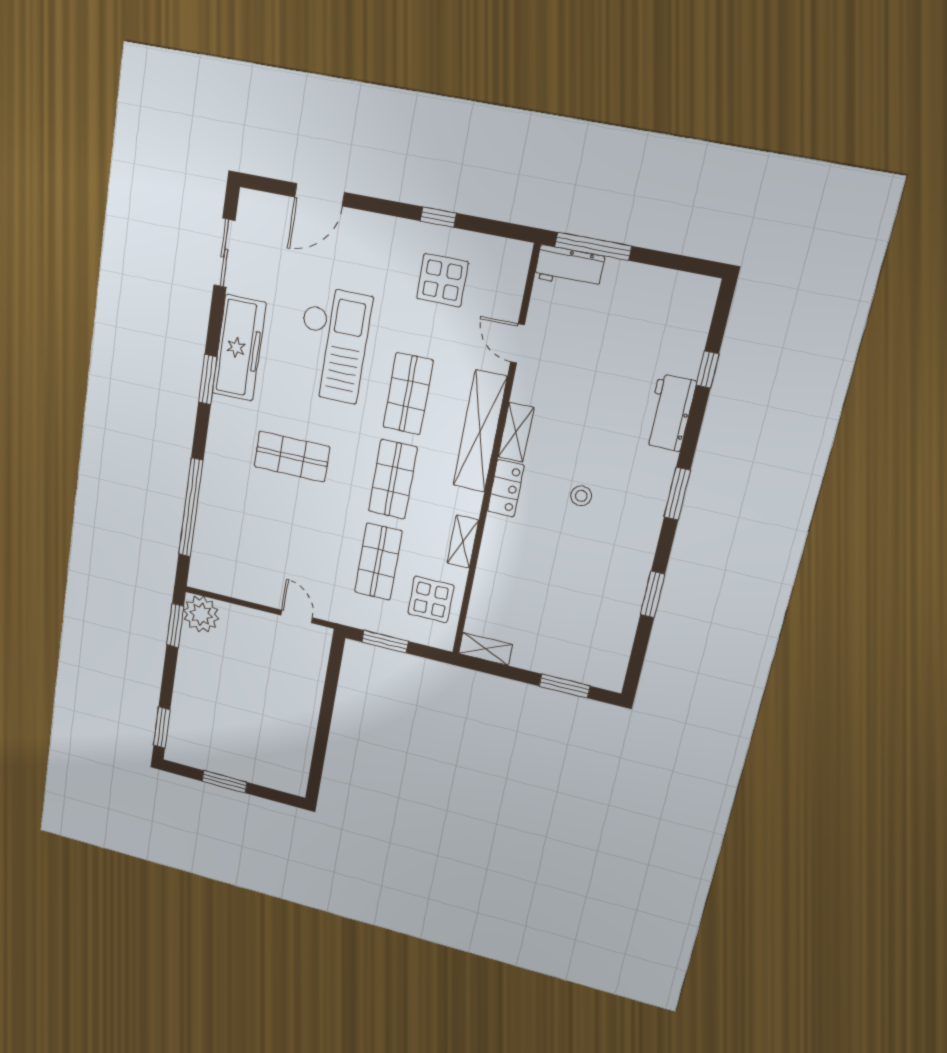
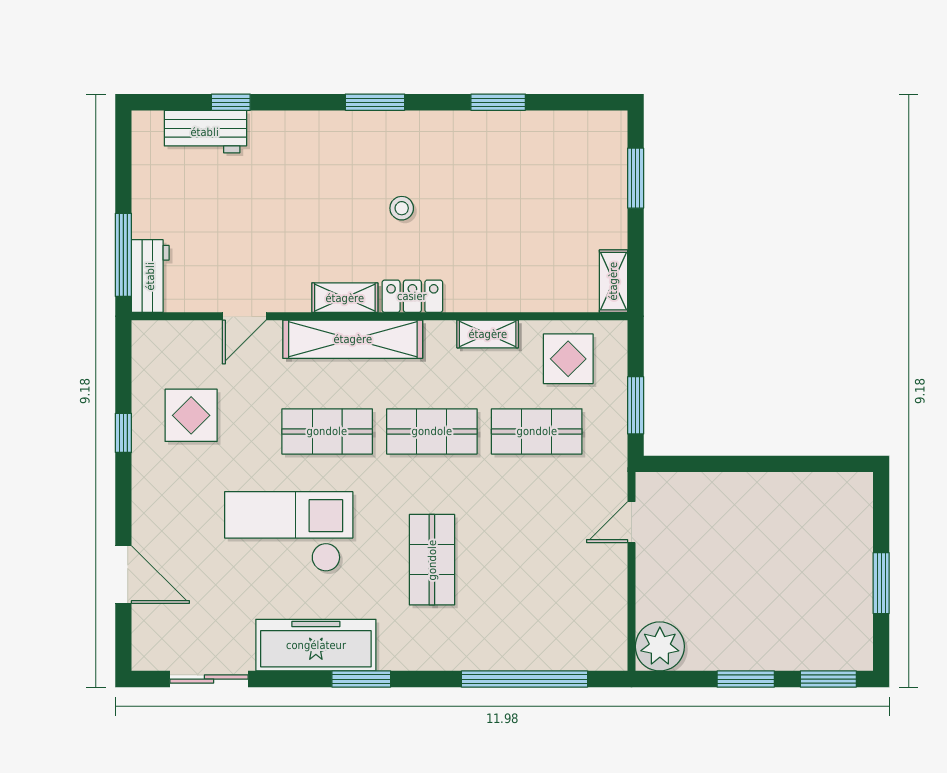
workbench: (670, 413) -> (205, 132), moved
window: (175, 626) -> (746, 679), moved

